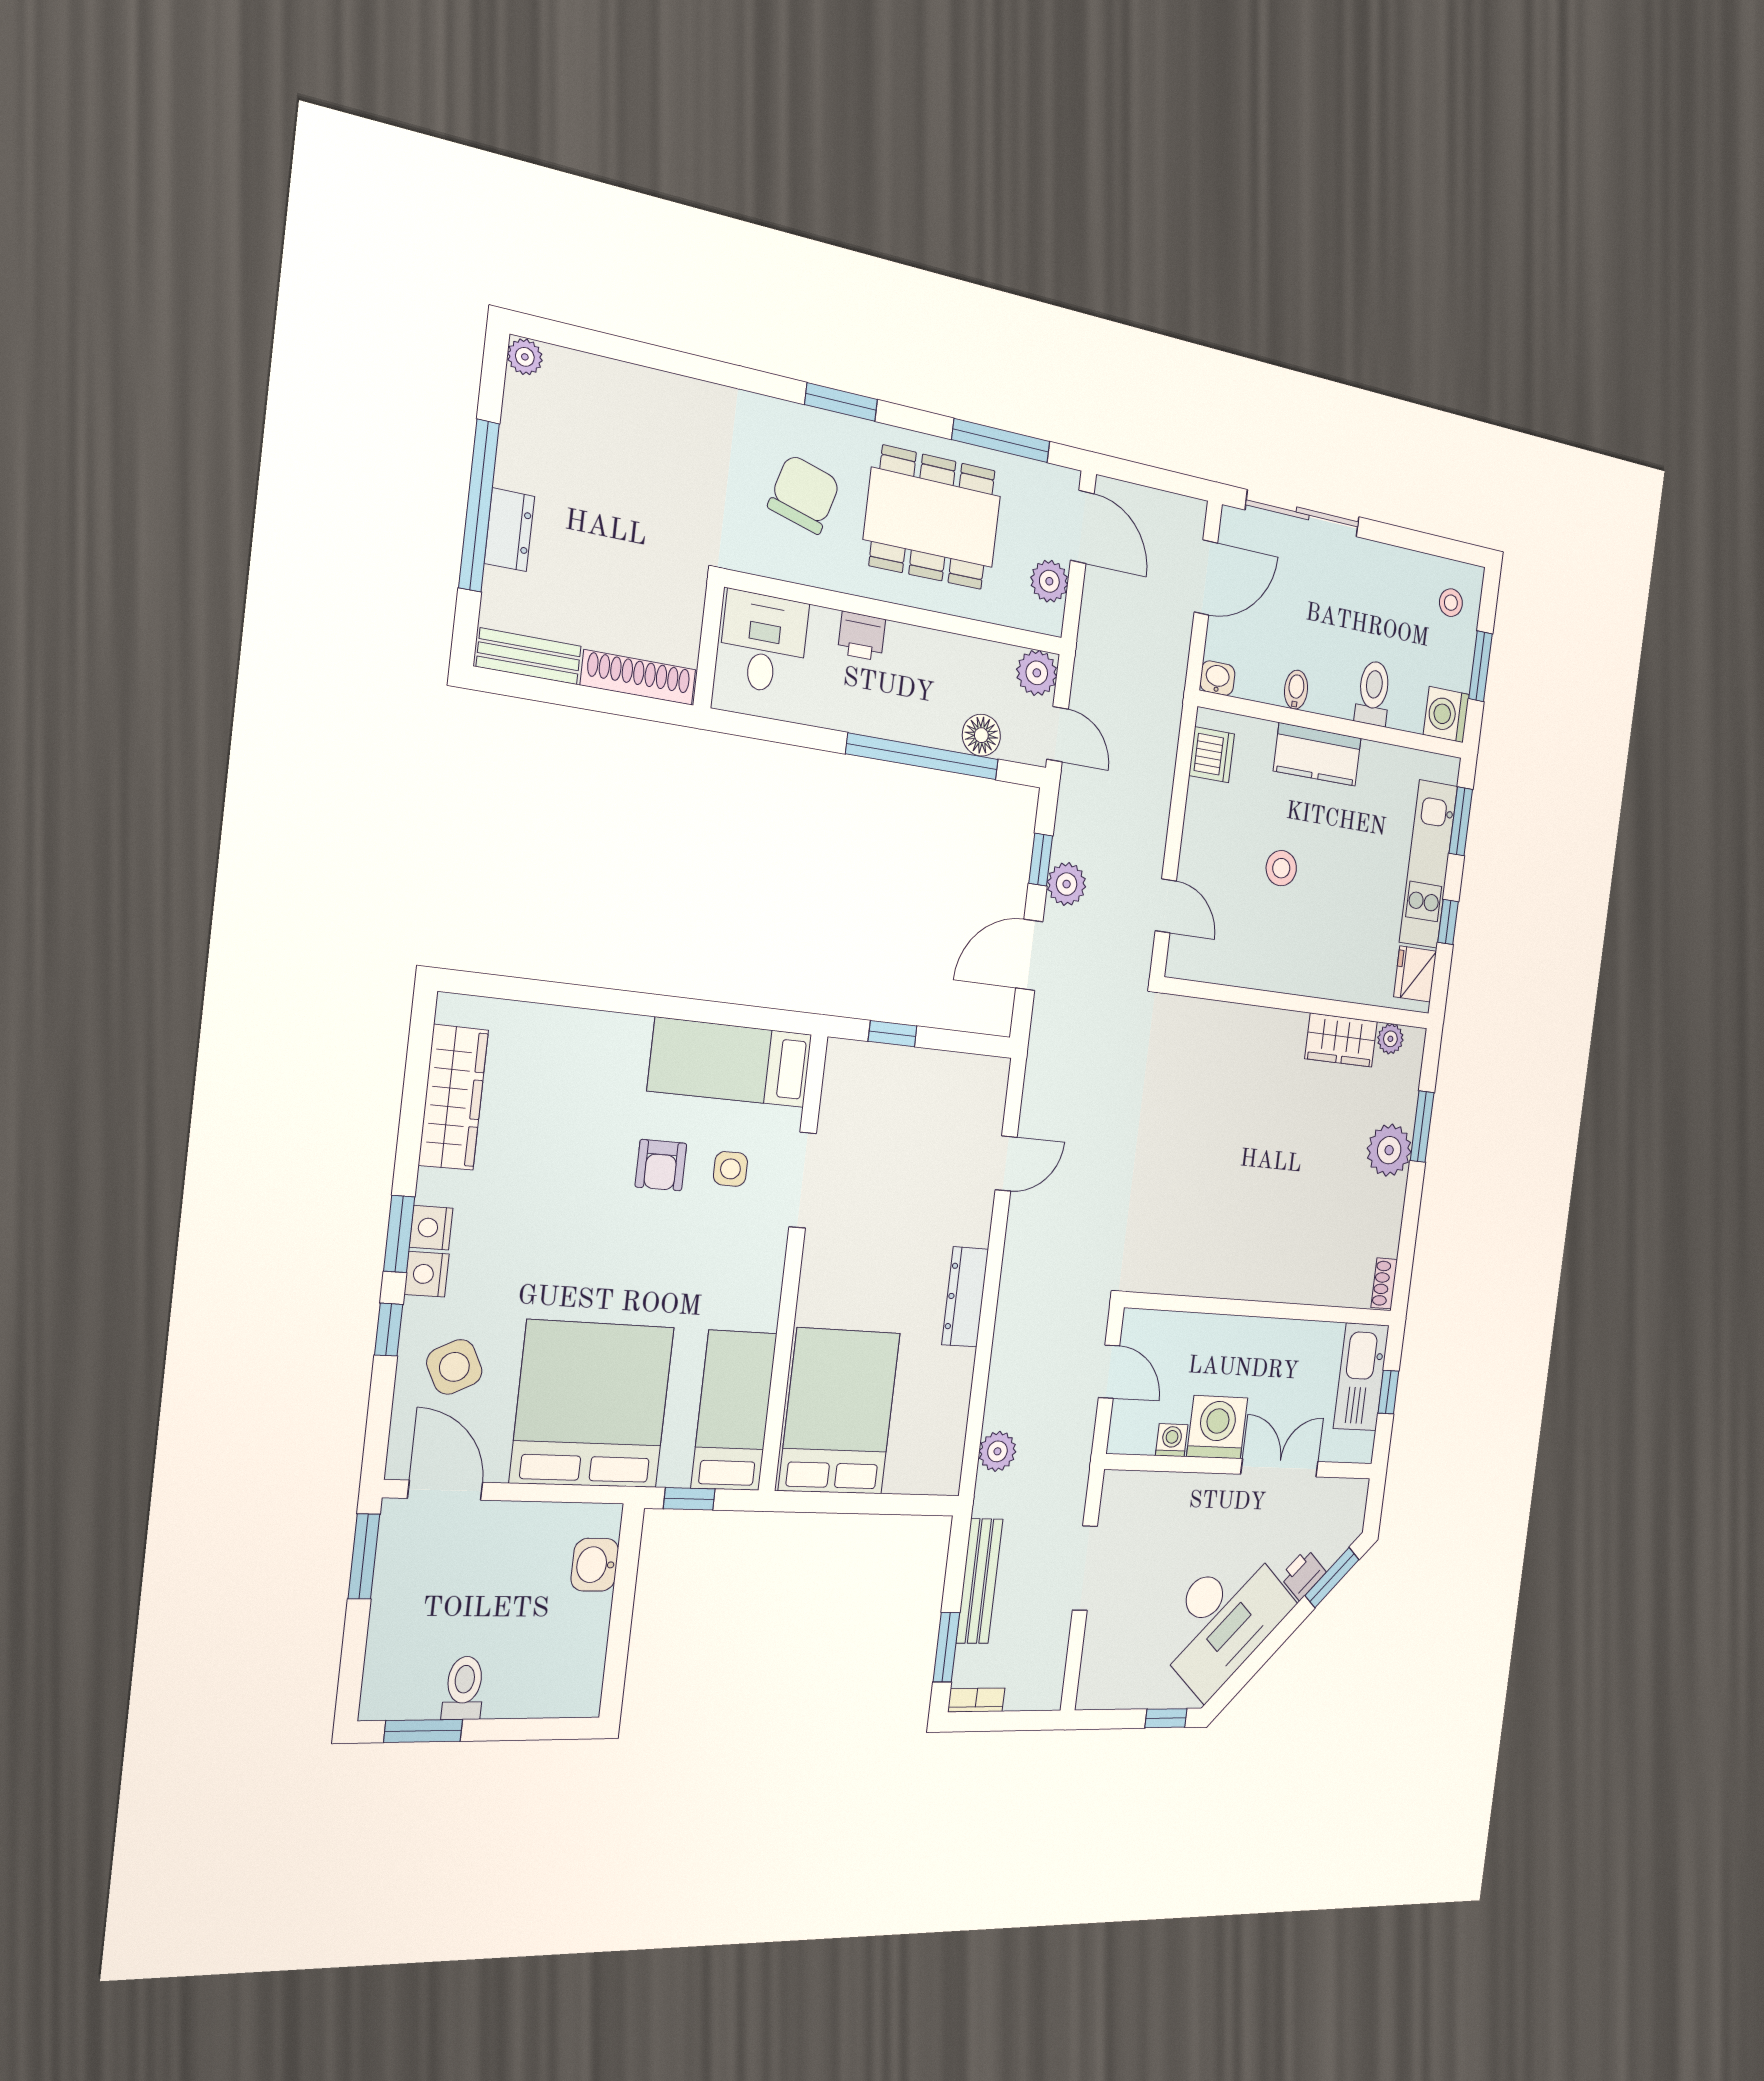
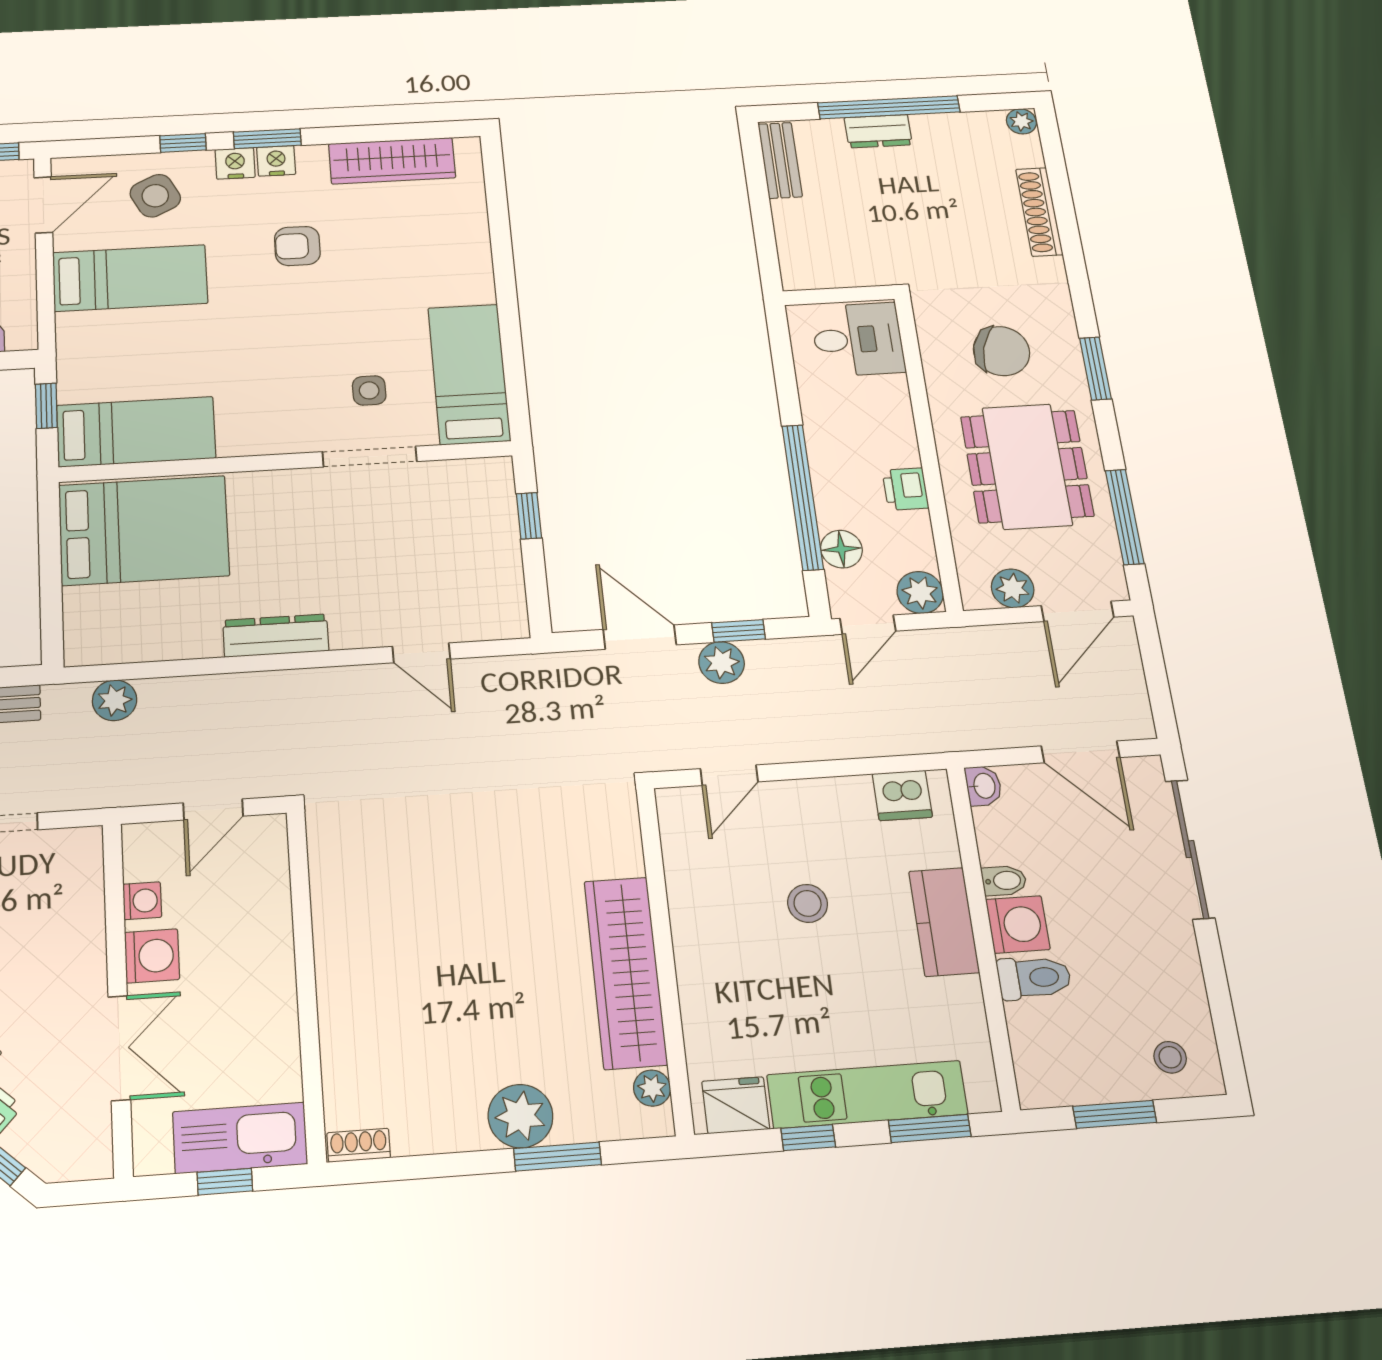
printer: (862, 636) -> (905, 489), moved
shoe rack: (638, 677) -> (1039, 212), moved, turned 180
washing machine: (1446, 715) -> (1018, 924), moved, turned 90
wardrobe: (1341, 1040) -> (626, 972), width x2.10, depth x1.17
armchair: (661, 1165) -> (297, 246), moved
bed: (592, 1404) -> (130, 278), width x0.49
washing machine: (1217, 1427) -> (152, 956), width x0.73, depth x0.73

